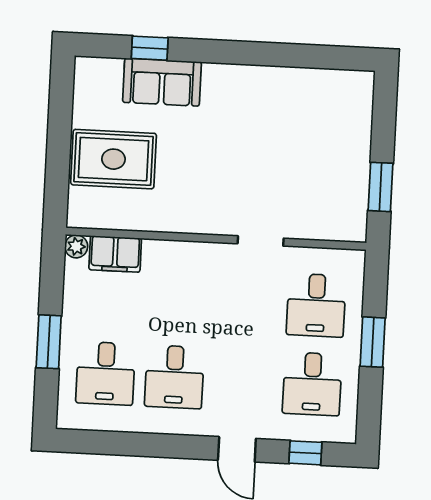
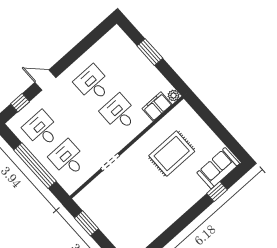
sofa: (162, 82) -> (218, 168), moved
rug: (113, 159) -> (172, 153), moved
window: (373, 342) -> (35, 166), width x2.11
desk: (106, 373) -> (119, 113), moved

